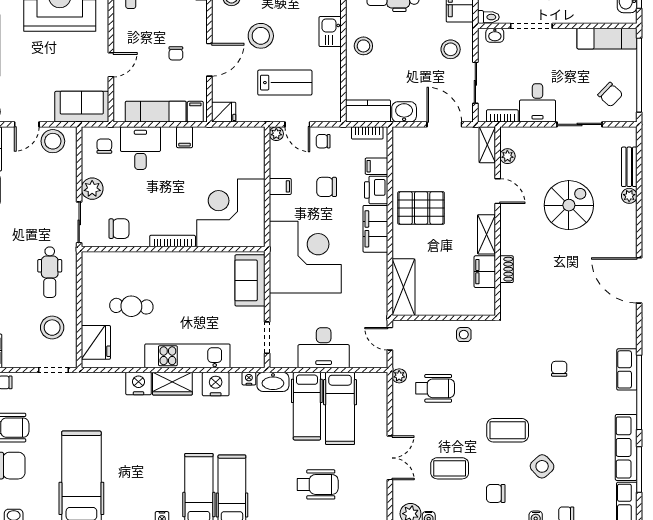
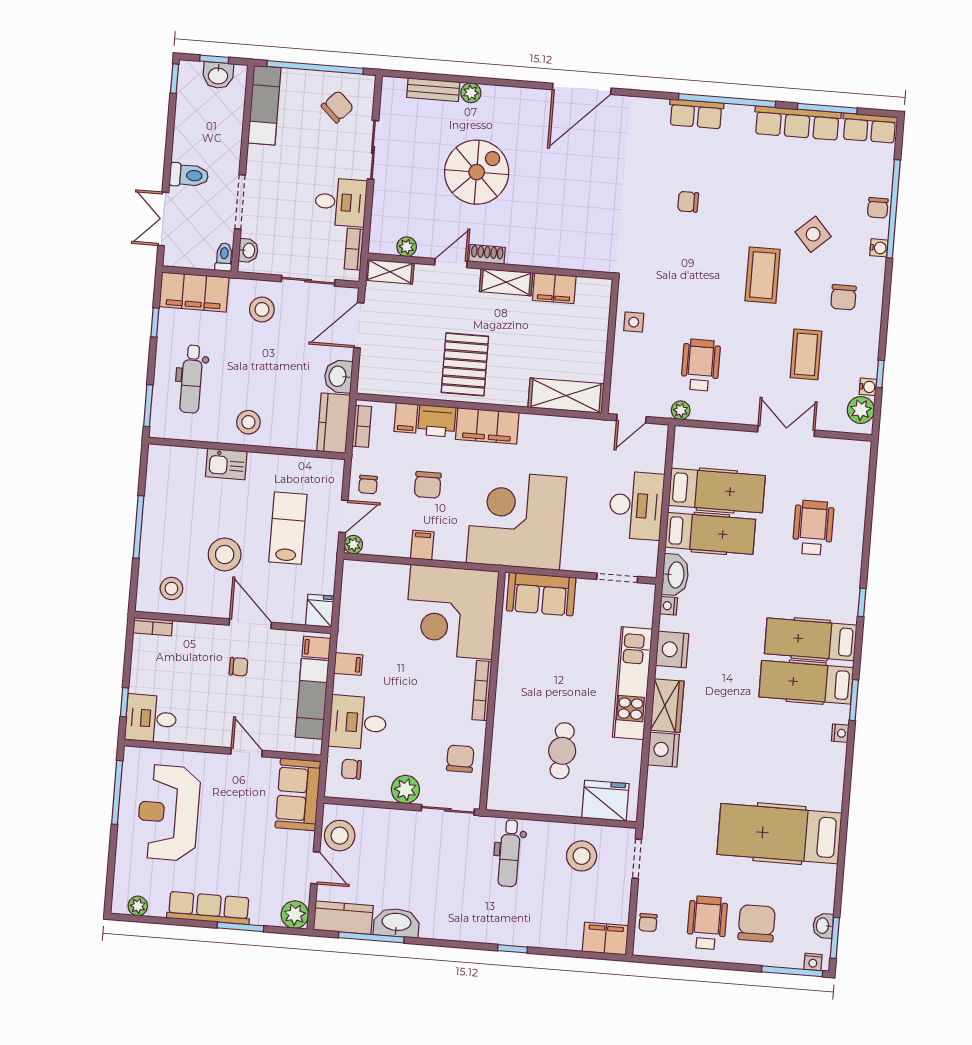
spiral stairs: (569, 205) -> (477, 172), turned 90
shoe rack: (507, 269) -> (487, 254), moved
dental chair: (50, 272) -> (509, 853), turned 90

